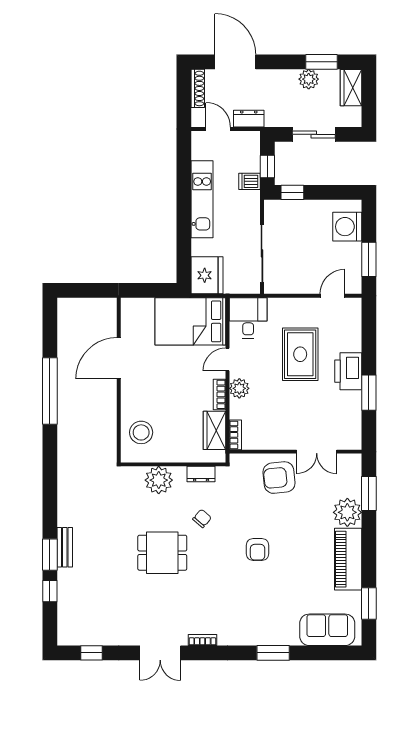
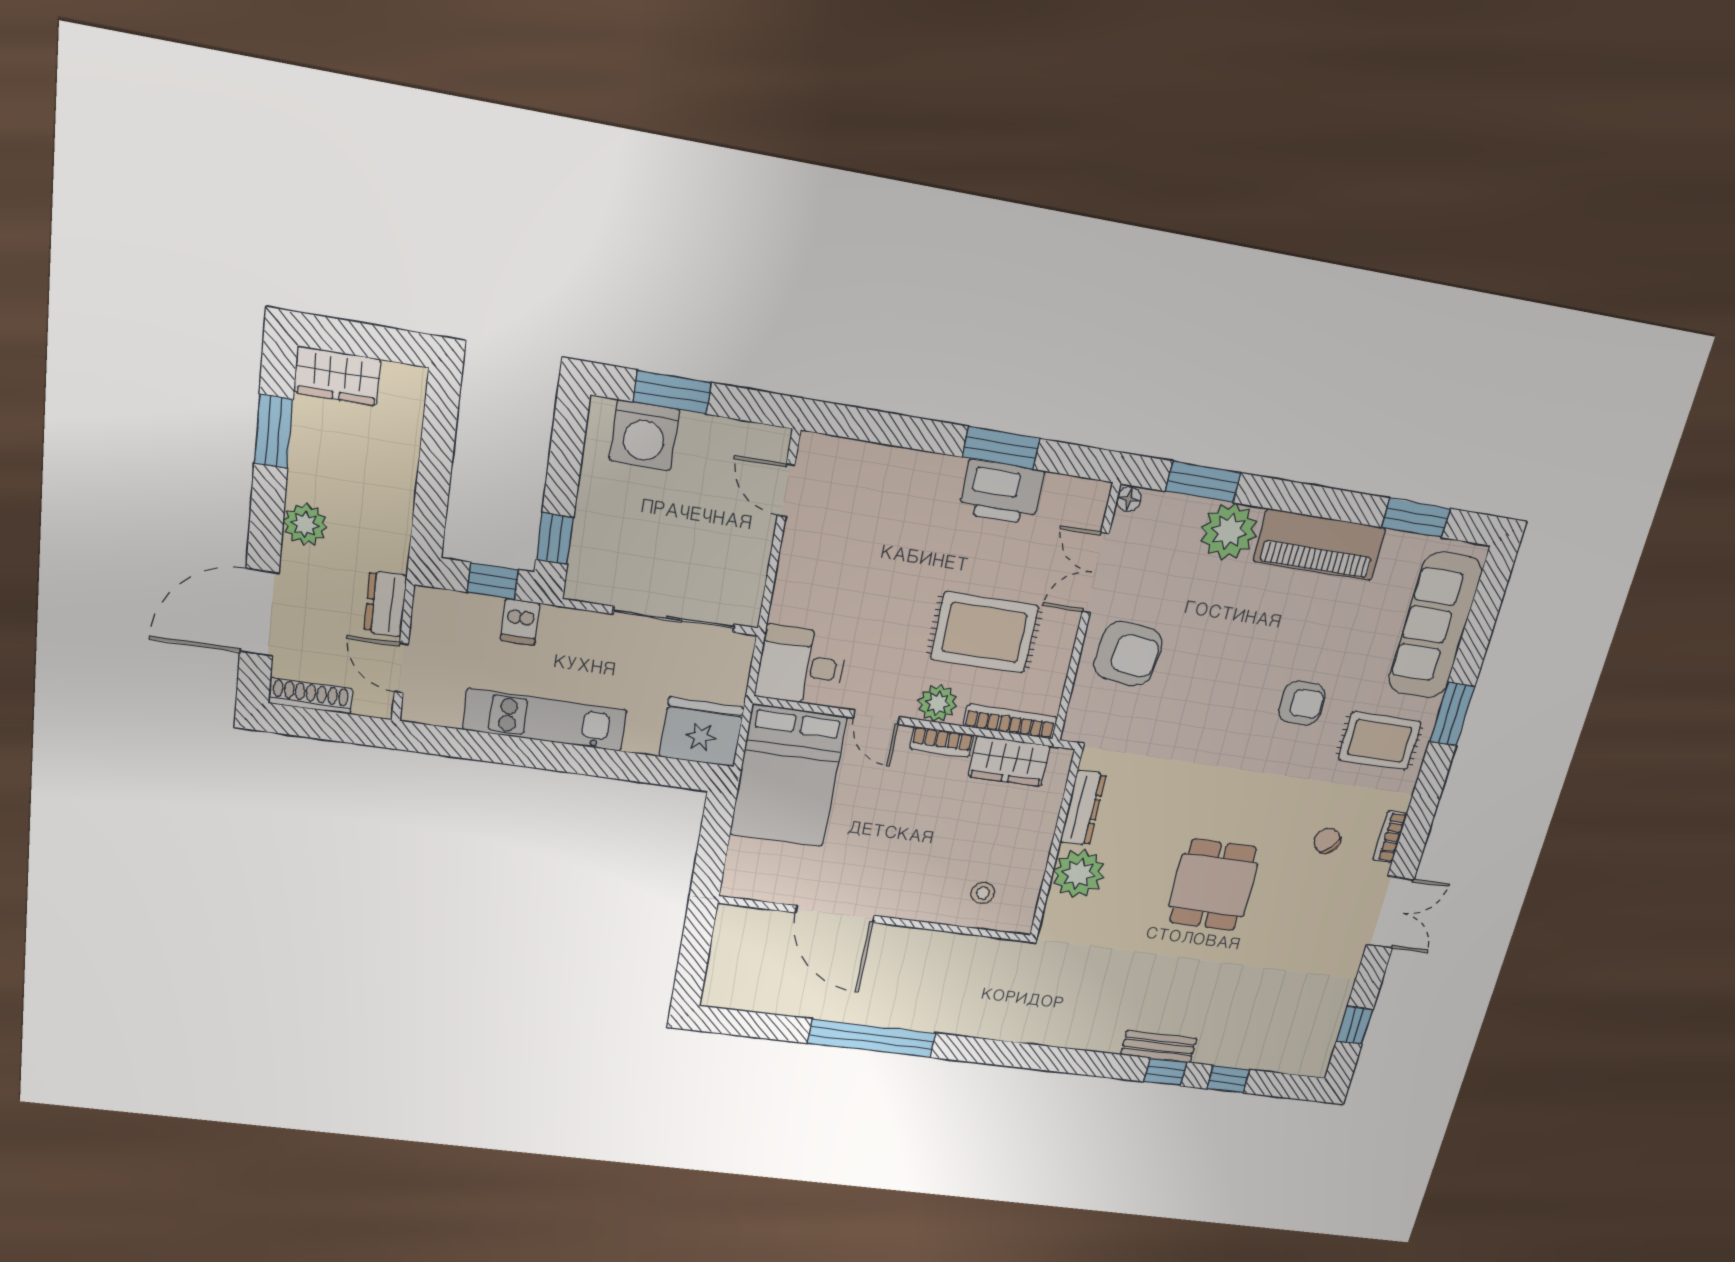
plant: (309, 79) -> (305, 524), moved
door: (218, 129) -> (401, 668), hinge flipped
sliding door: (314, 134) -> (434, 474), removed
window: (369, 259) -> (672, 392), moved
rug: (300, 354) -> (984, 633), moved
printer: (348, 371) -> (1001, 492), moved
stool: (141, 432) -> (983, 893), width x0.53, depth x0.53
bookcase: (235, 435) -> (1010, 722), width x1.56
double door: (317, 452) -> (1095, 573), swing flipped
floor lamp: (355, 459) -> (1129, 499), added
dresser: (201, 474) -> (1083, 808), width x1.44
armchair: (279, 478) -> (1128, 654), turned -77
chair: (202, 518) -> (1327, 841), moved
armchair: (258, 550) -> (1302, 703), moved
window: (50, 555) -> (1165, 1072), width x0.67
rug: (253, 619) -> (1380, 741), added
sofa: (327, 630) -> (1435, 626), width x1.36

